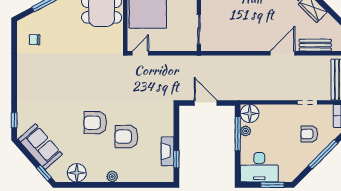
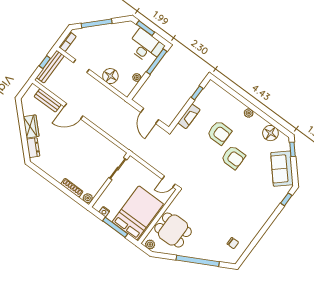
floor lamp: (250, 114) -> (110, 76), moved
window: (238, 134) -> (157, 62), moved
armchair: (309, 134) -> (96, 44), removed
fireplace: (167, 151) -> (189, 116), moved

